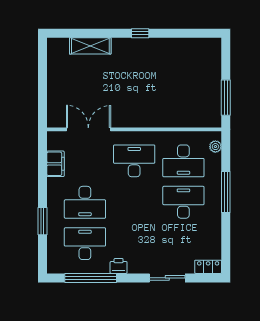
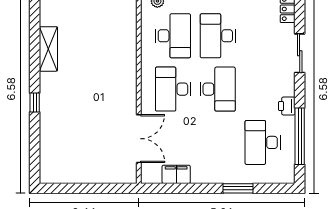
window: (140, 33) -> (35, 103), moved
shelving: (90, 46) -> (48, 49), moved
double door: (88, 129) -> (139, 139), swing flipped
desk: (85, 202) -> (218, 89), moved

